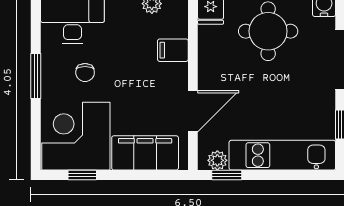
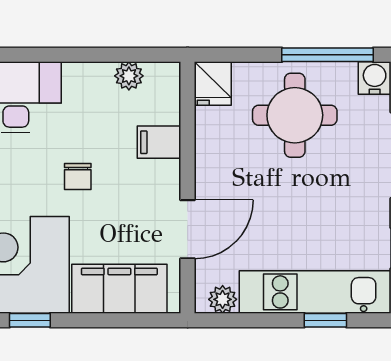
chair: (85, 72) -> (78, 176), moved
window: (227, 175) -> (325, 320), moved

